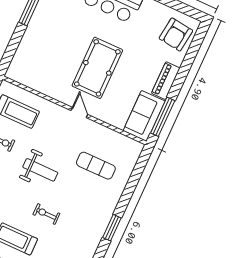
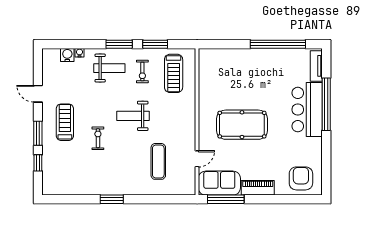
armchair: (176, 34) -> (301, 178), turned 83
door: (79, 113) -> (197, 159), moved
weight bench: (40, 170) -> (133, 116), turned 90

